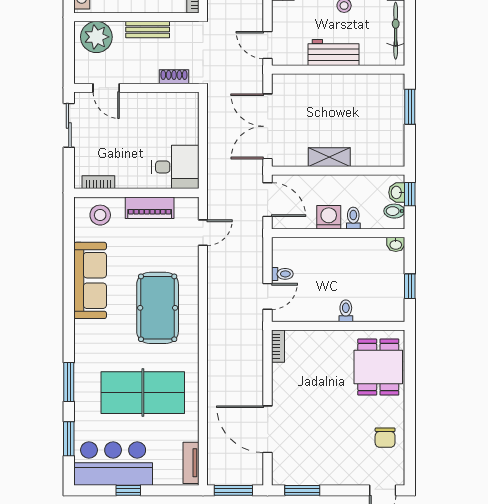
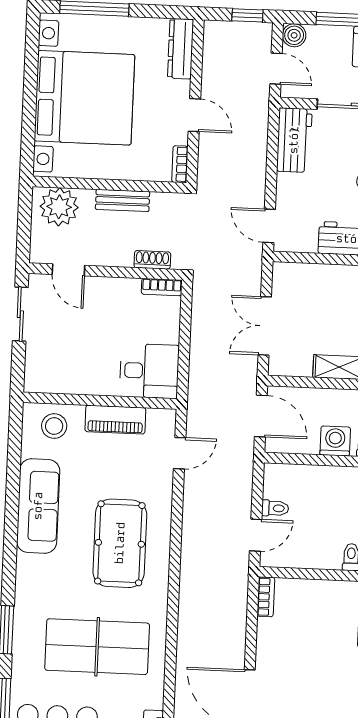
double door: (268, 126) -> (265, 326), width x0.73
bookcase: (98, 182) -> (162, 287), moved, turned 180

